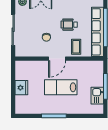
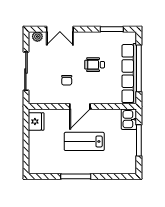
coffee table: (76, 47) -> (103, 92), removed
fridge: (21, 88) -> (36, 121), moved
kitchen sink: (97, 96) -> (129, 119), moved

